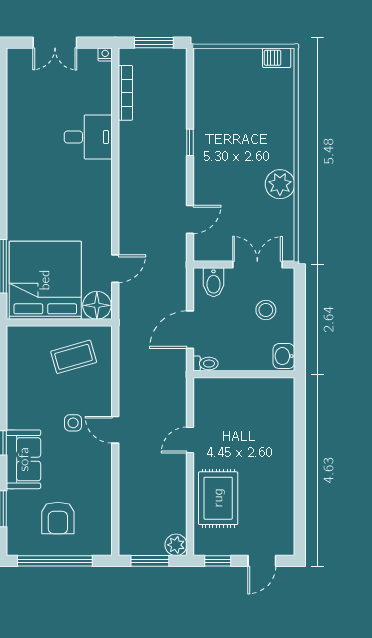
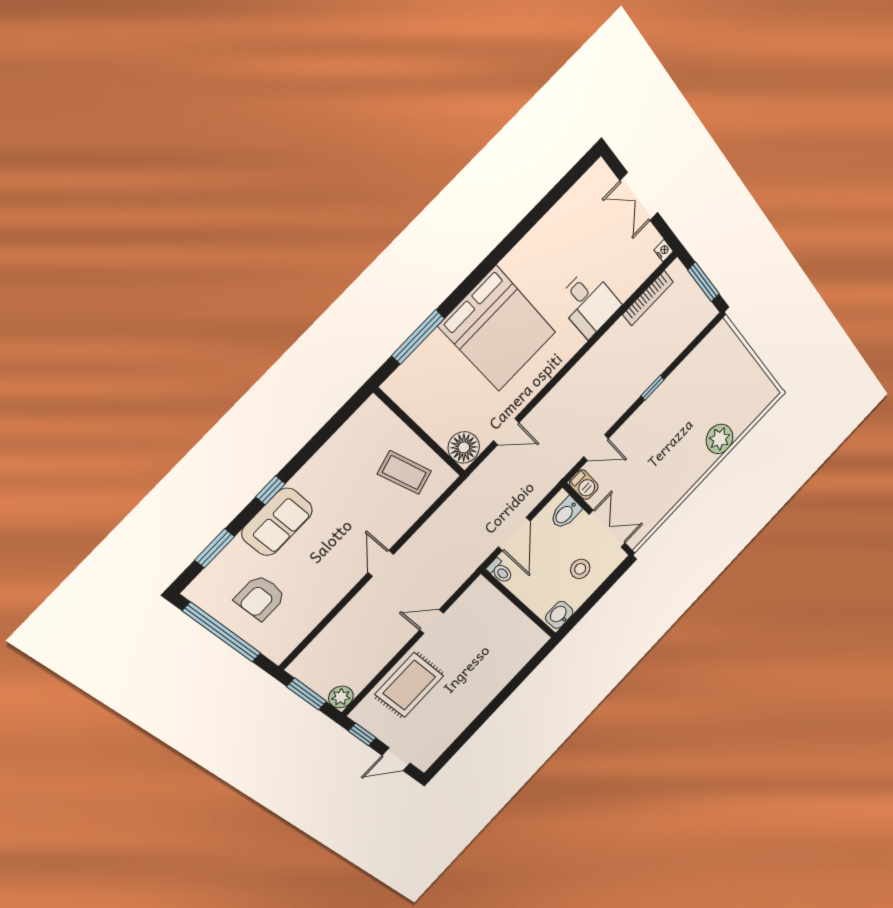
barbecue: (277, 58) -> (584, 485), moved, turned 180
plant: (280, 184) -> (720, 439), moved
bed: (45, 280) -> (498, 329), moved, turned 90
door: (190, 330) -> (514, 534), swing flipped
side table: (73, 423) -> (351, 528), removed

